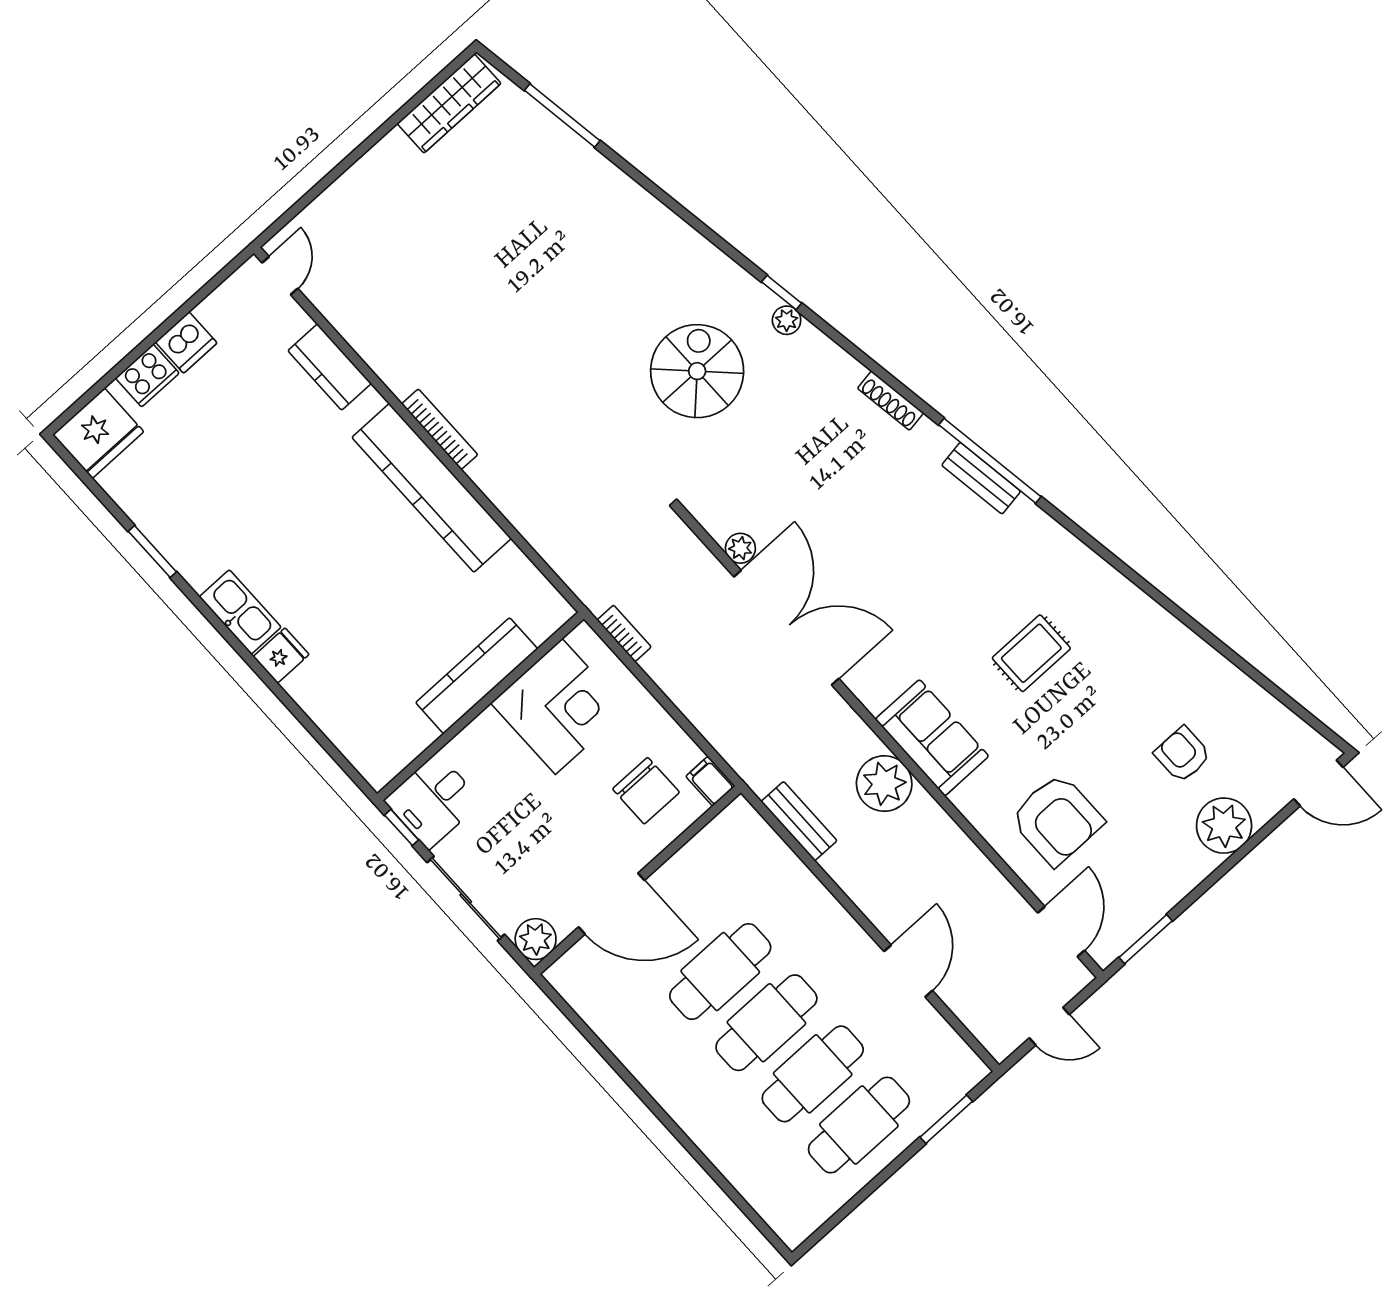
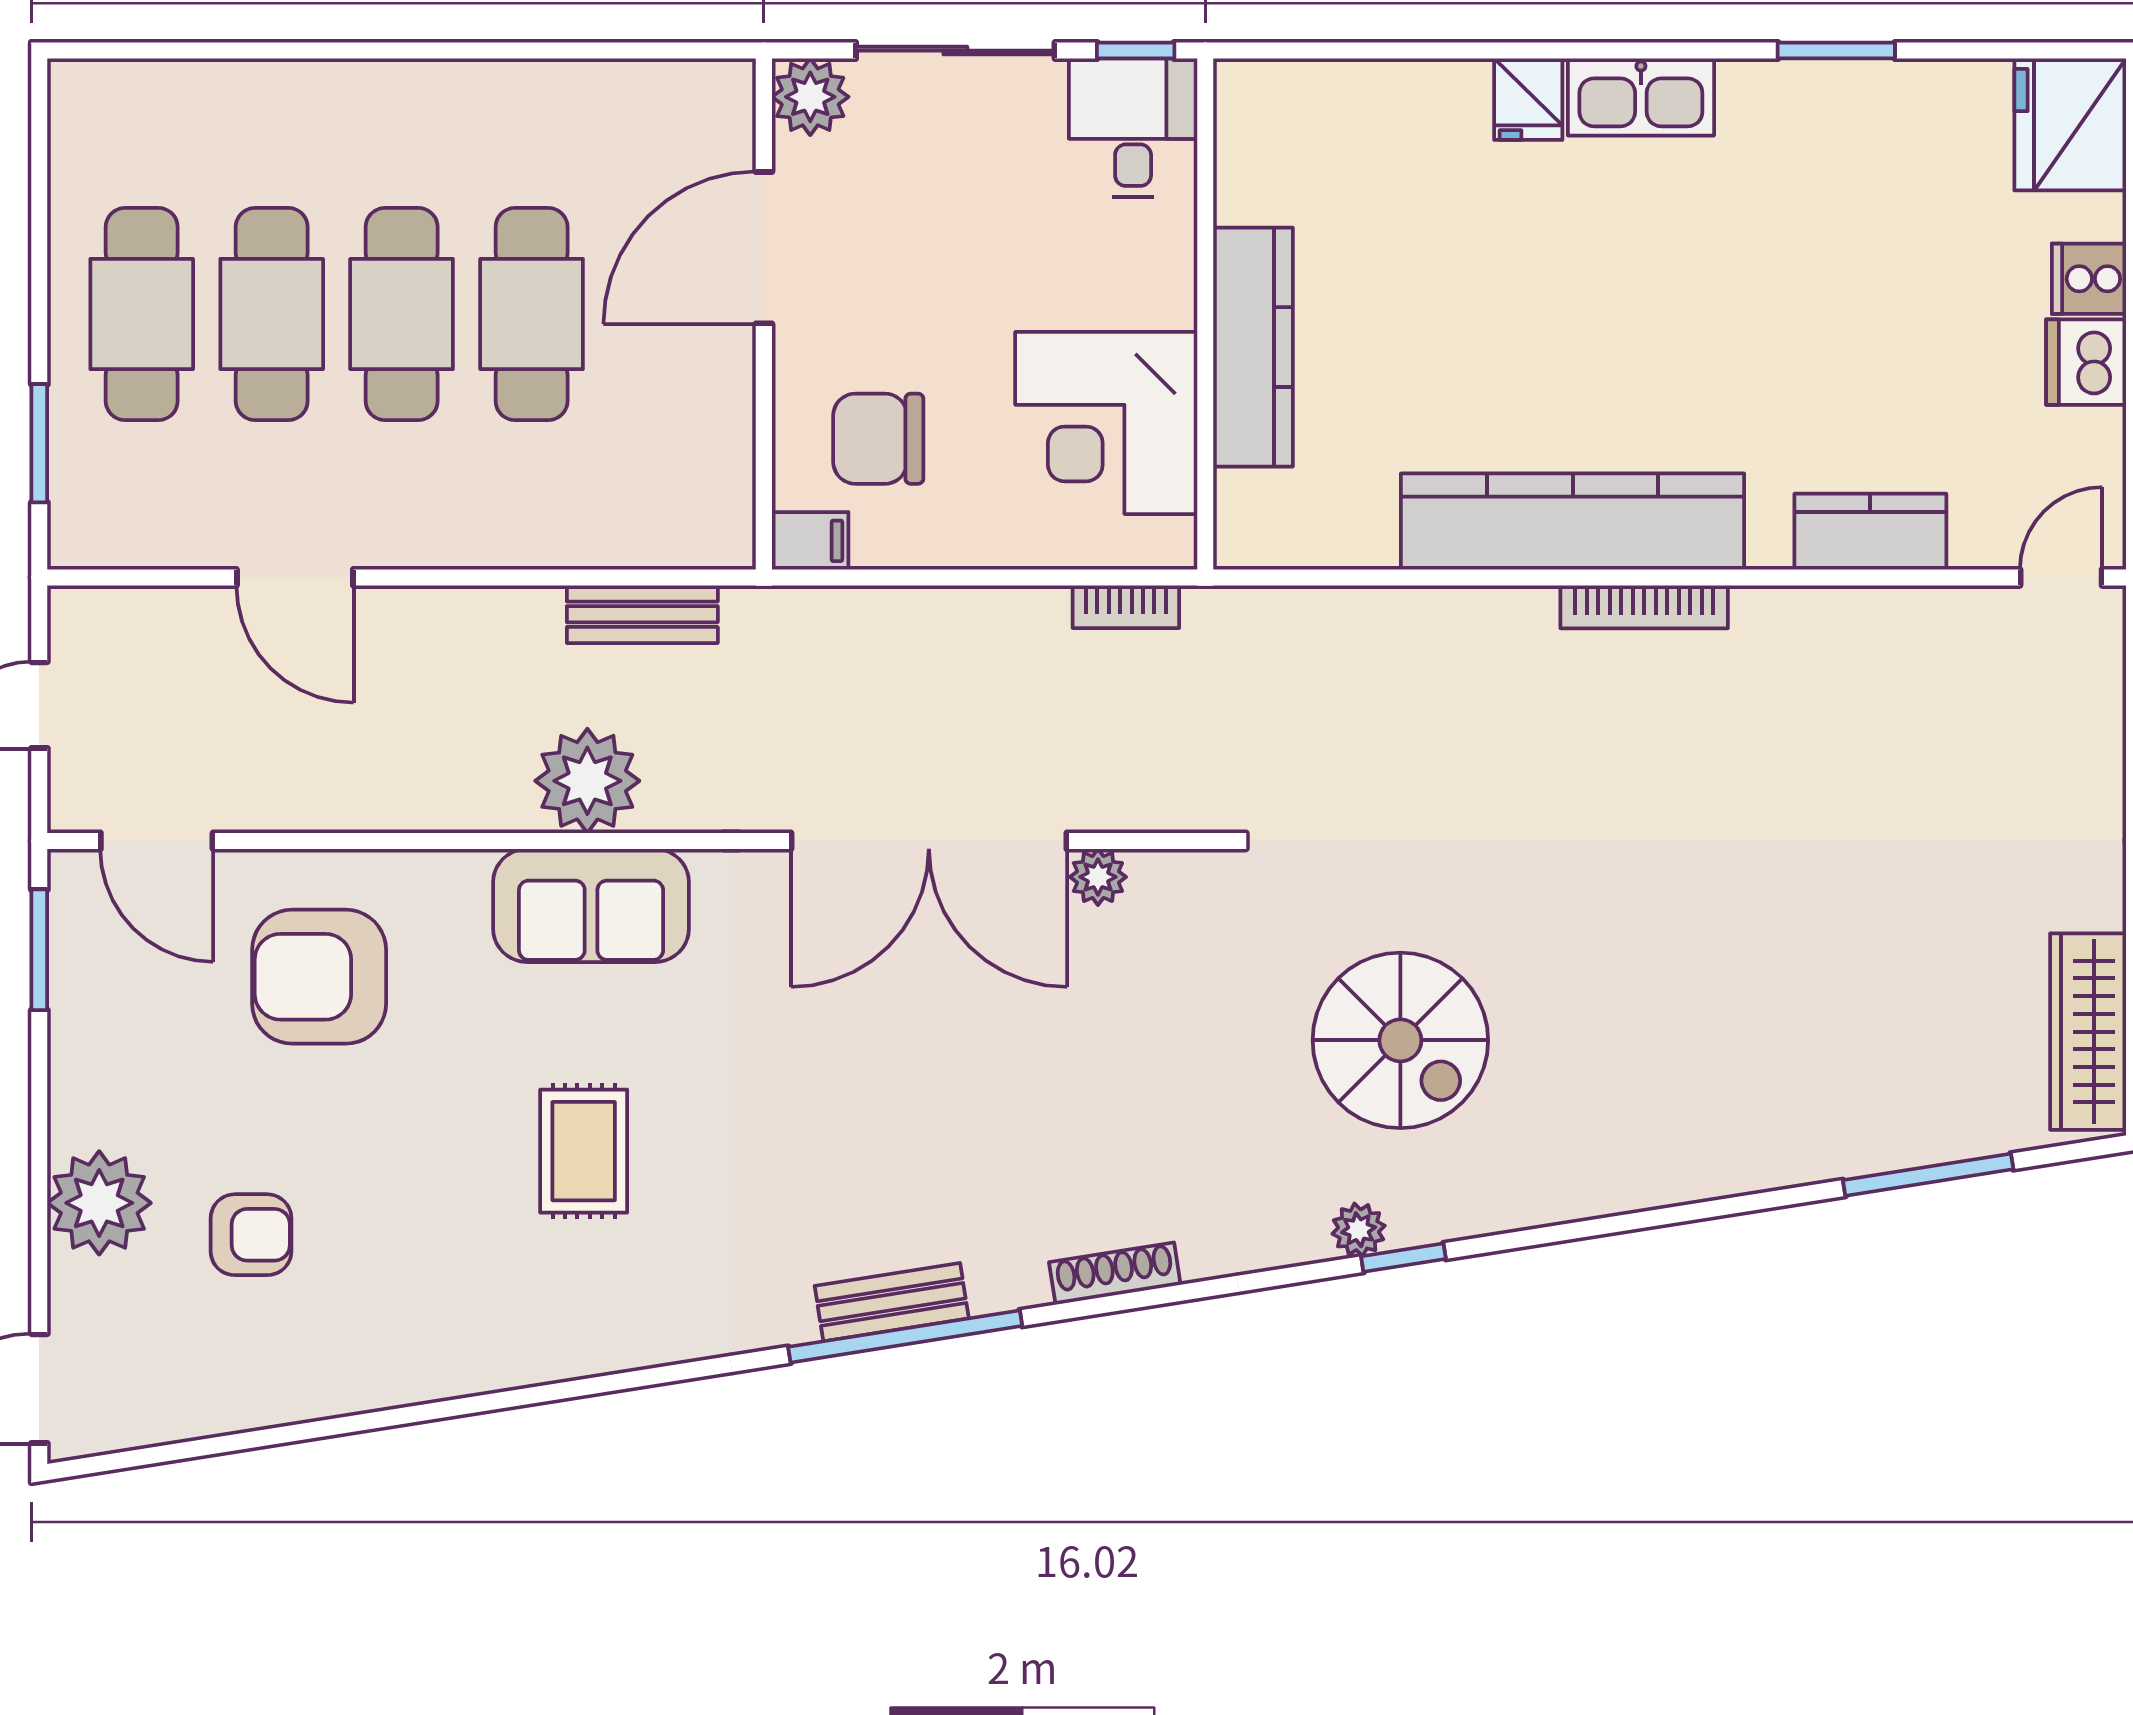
door: (280, 276) -> (2061, 577), swing flipped
cooker: (147, 375) -> (2089, 279), width x0.73

